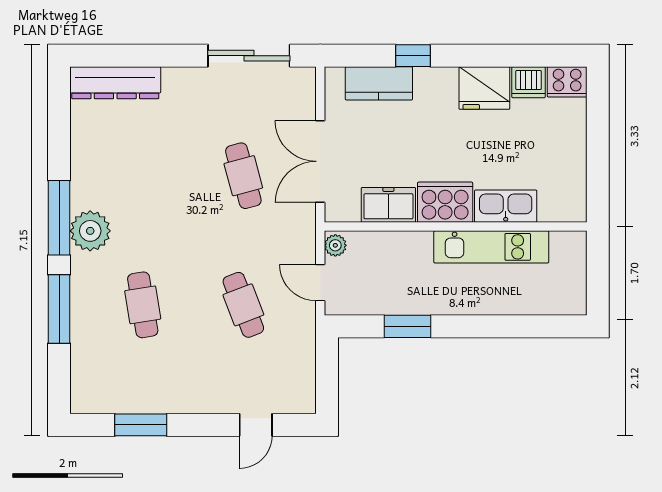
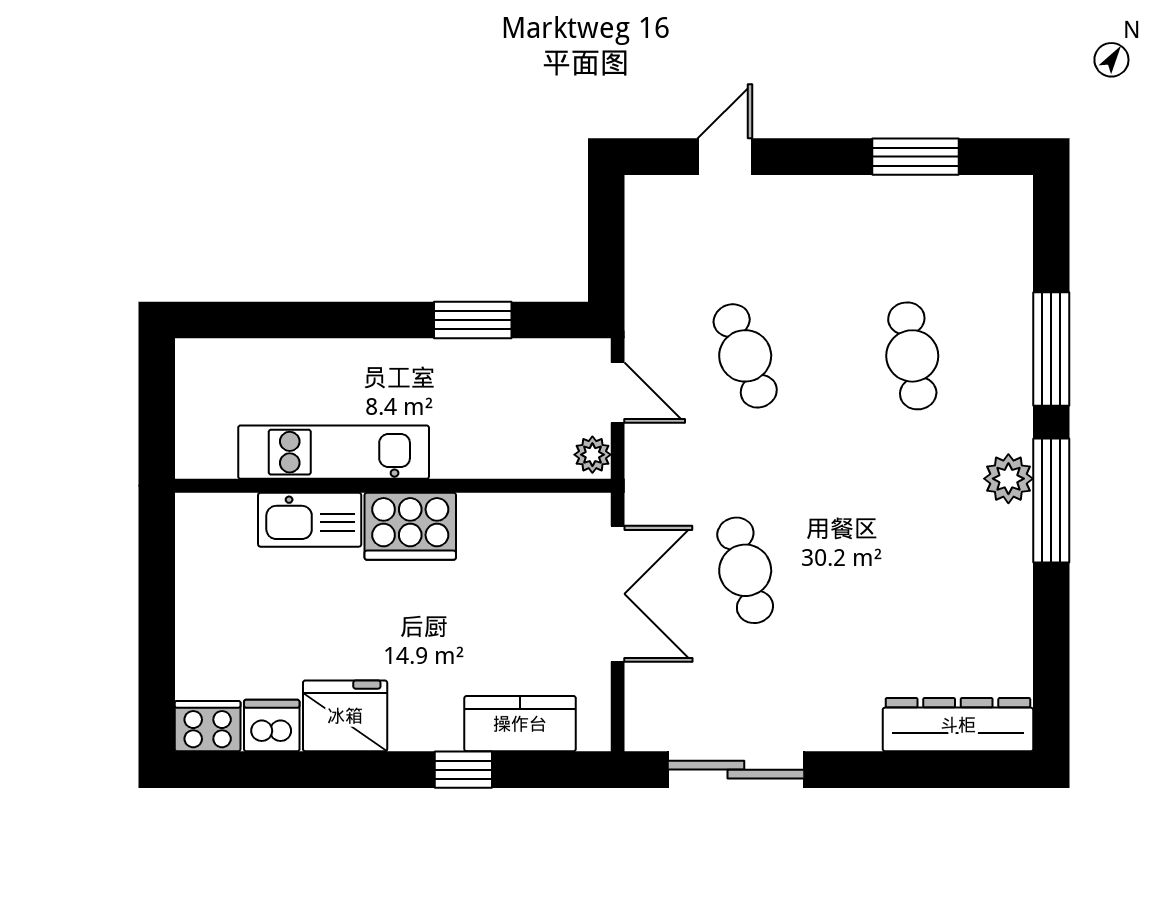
freezer: (388, 205) -> (504, 522), removed
plant: (90, 231) -> (1008, 479), width x0.73, depth x0.73

